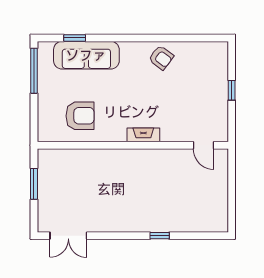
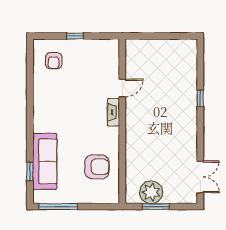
armchair: (161, 58) -> (54, 61), moved, turned 145
armchair: (80, 116) -> (97, 167), turned 90
door: (203, 145) -> (122, 88), moved
plant: (51, 179) -> (151, 192), added

